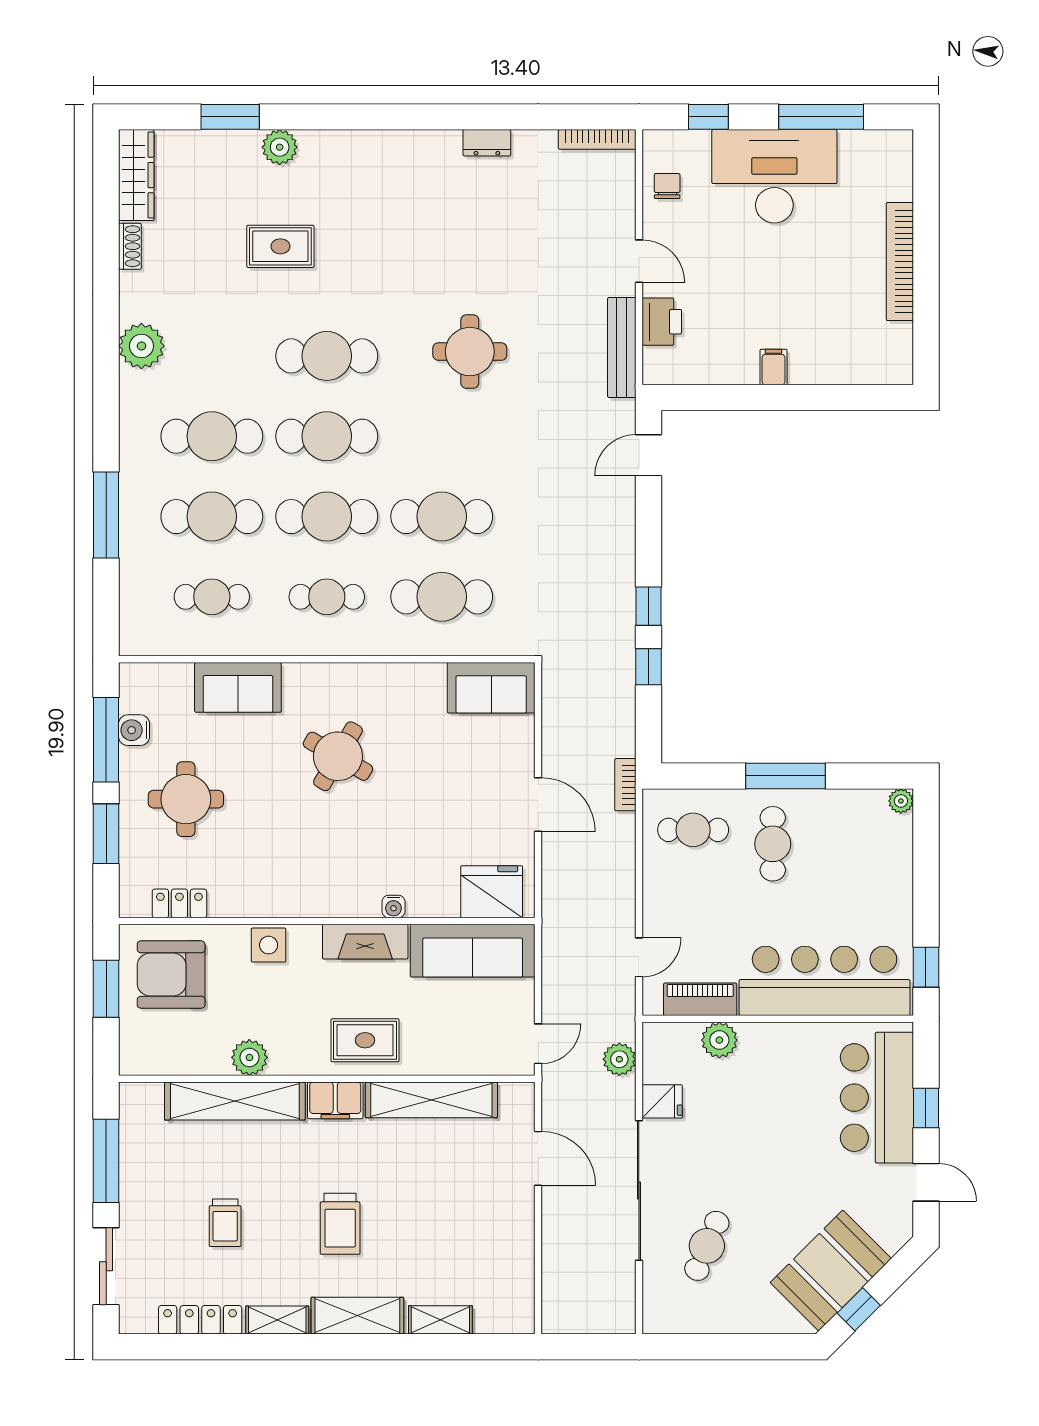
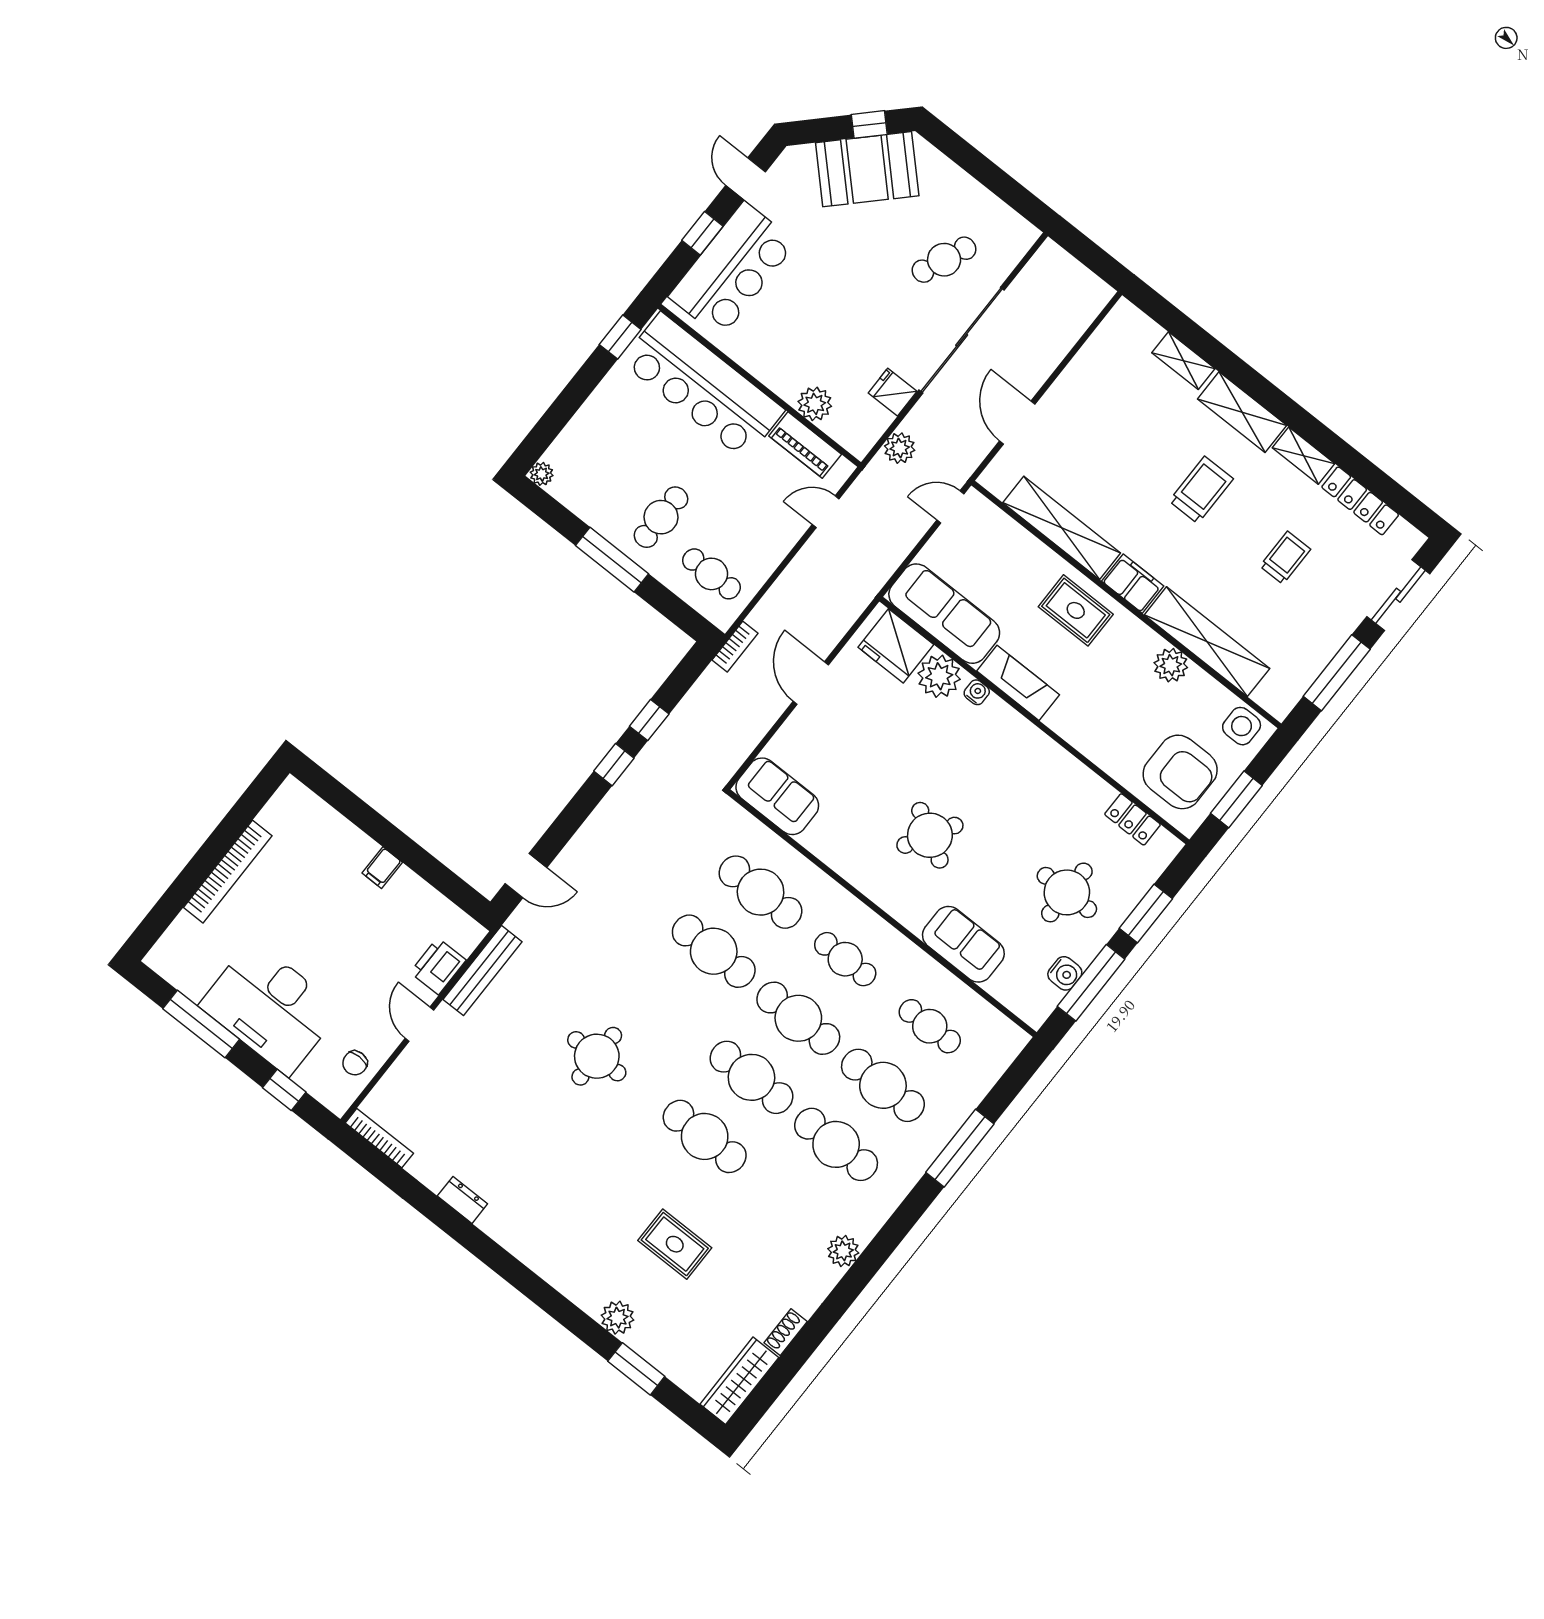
plant: (141, 346) -> (843, 1251), width x0.73, depth x0.73
plant: (435, 895) -> (939, 676), added
side table: (269, 945) -> (1242, 726), moved

